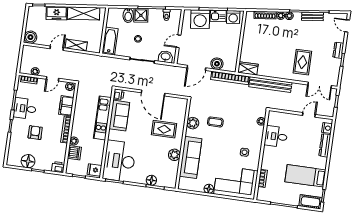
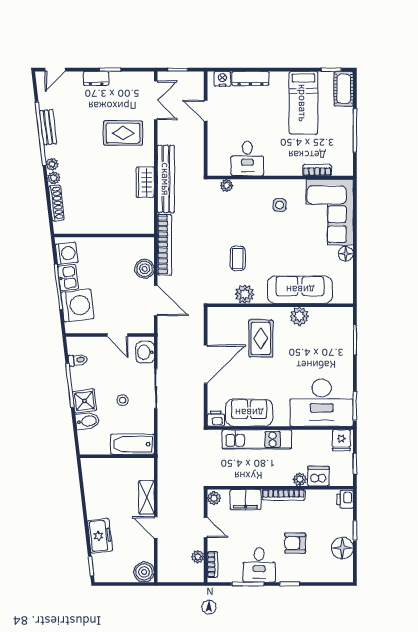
shelving: (84, 13) -> (94, 493), removed
wardrobe: (248, 68) -> (145, 182), moved
floor lamp: (151, 180) -> (345, 347), removed

